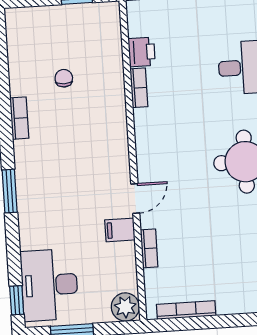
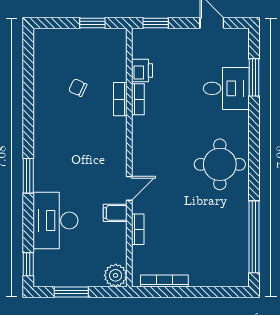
chair: (64, 78) -> (78, 88), turned -65
bookcase: (19, 118) -> (120, 99), moved, turned 180
desk: (49, 285) -> (55, 221), moved

